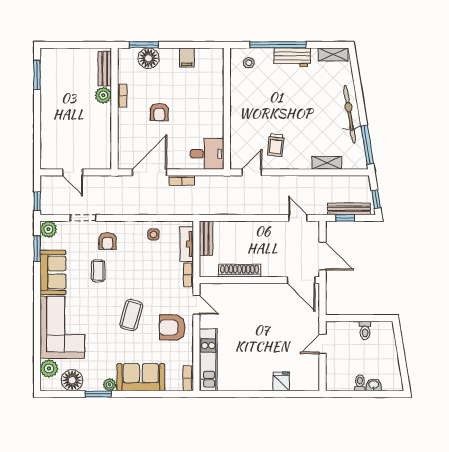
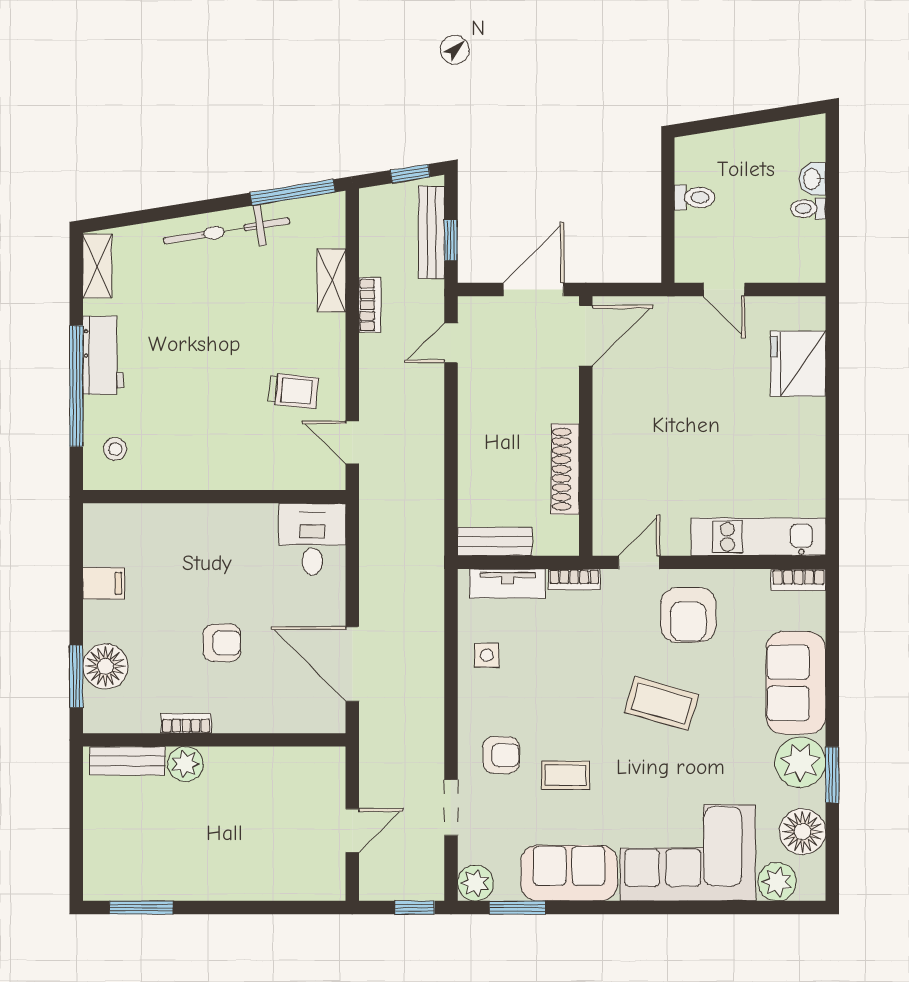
bookcase: (182, 180) -> (370, 305), moved
fridge: (281, 381) -> (798, 364), width x1.88, depth x1.34
plant: (110, 385) -> (800, 762), width x1.87, depth x1.87

